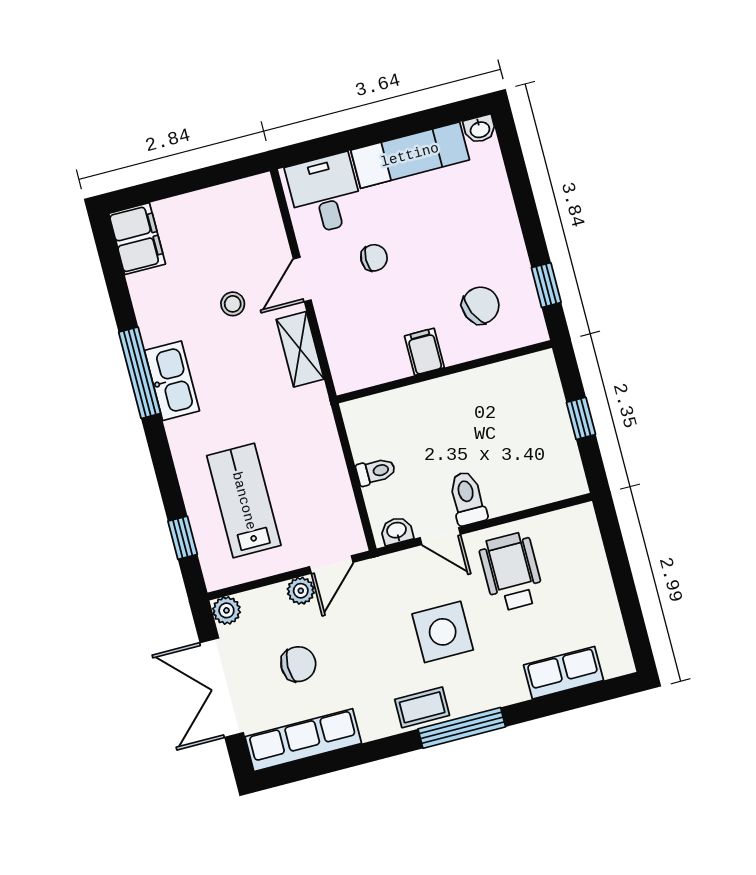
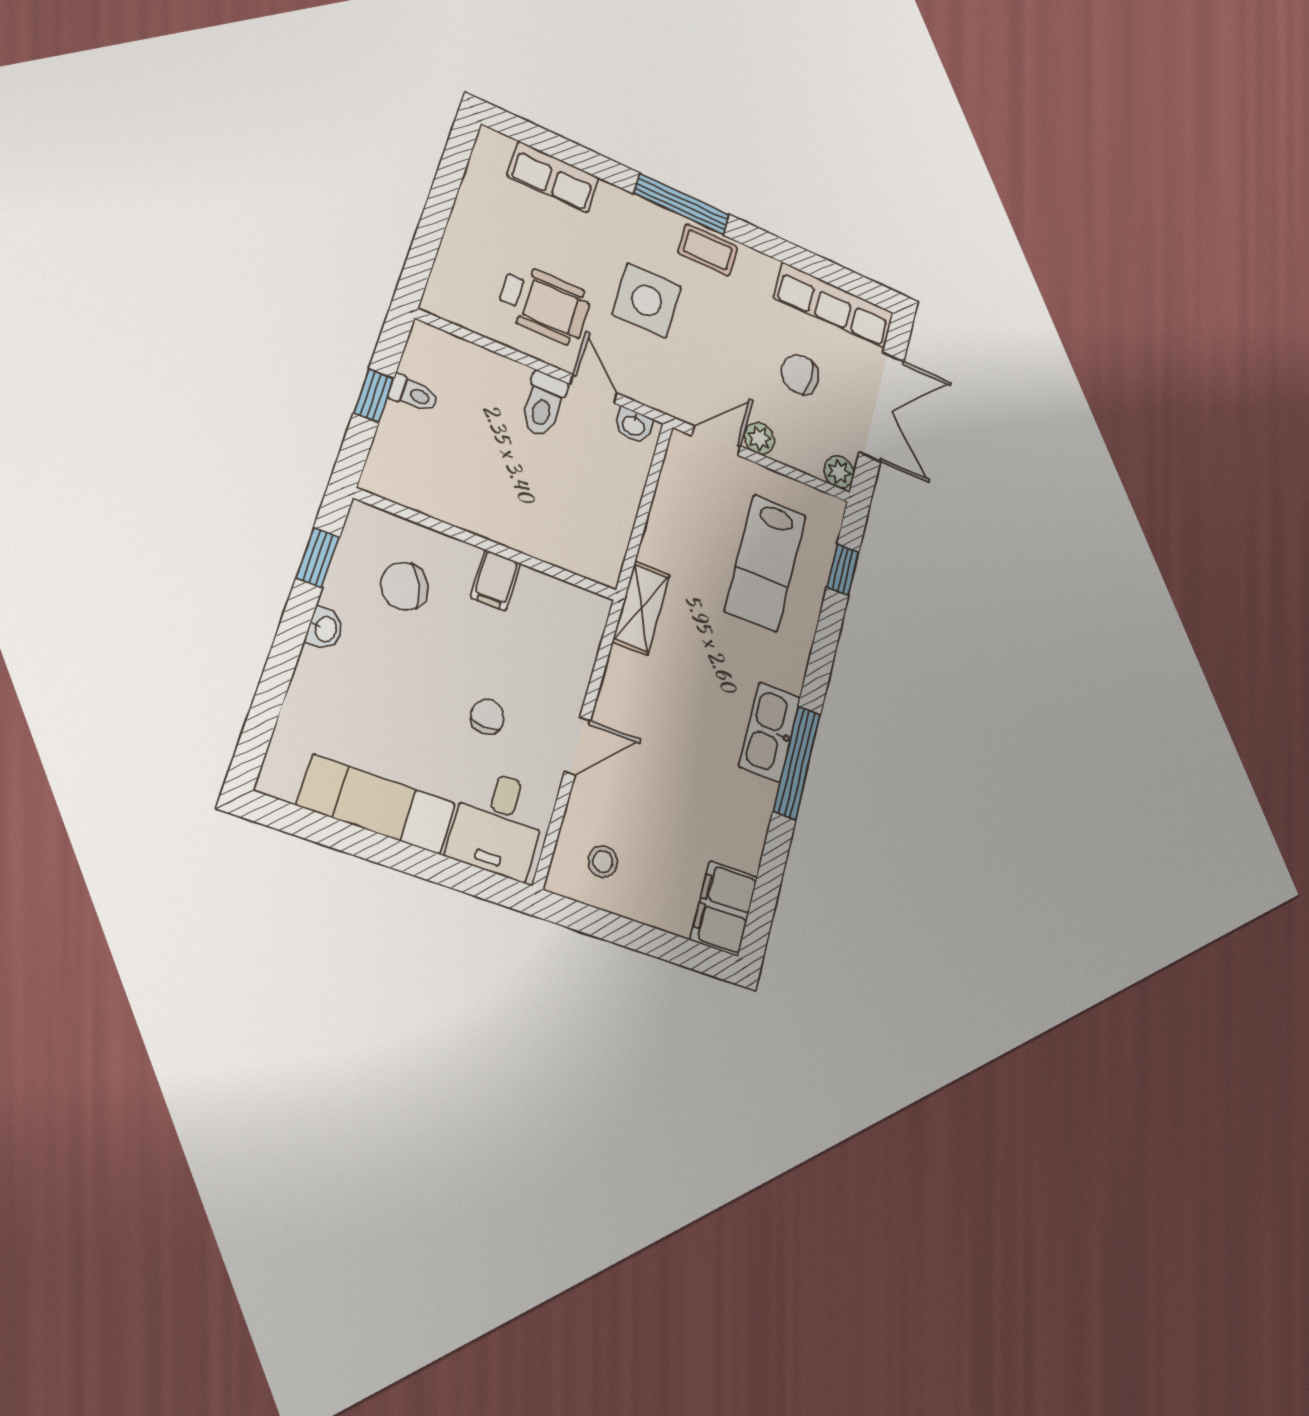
washbasin: (480, 129) -> (325, 629), moved, turned 90
chair: (374, 258) -> (487, 717), turned 90
stool: (233, 304) -> (603, 861), moved
shelving: (300, 349) -> (641, 608), moved
toilet: (376, 471) -> (414, 394), moved, turned 180
wheelchair: (511, 572) -> (544, 304), turned -90

